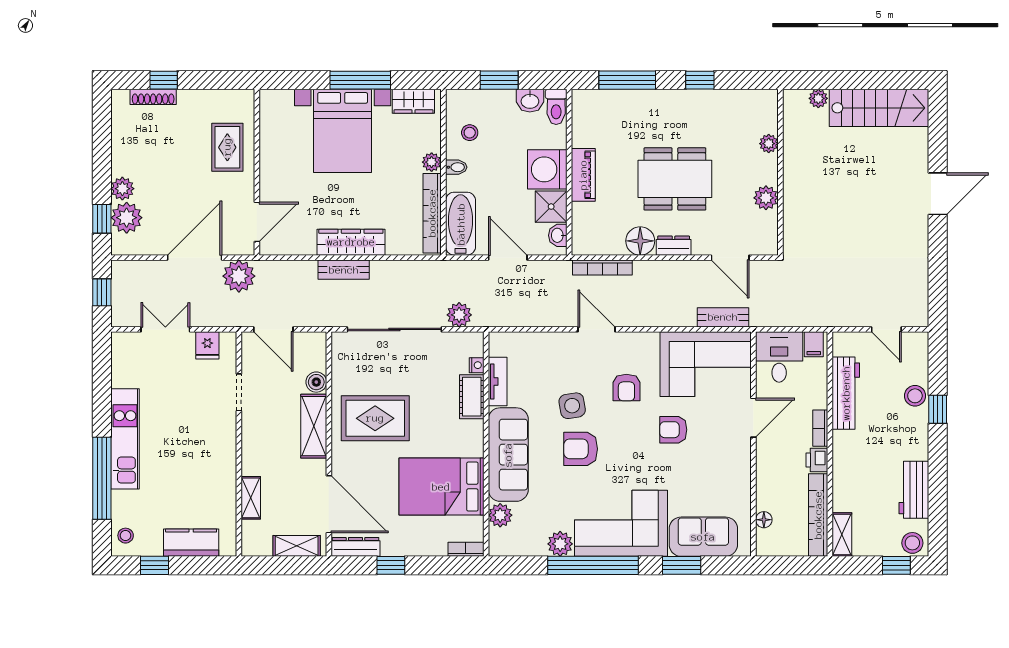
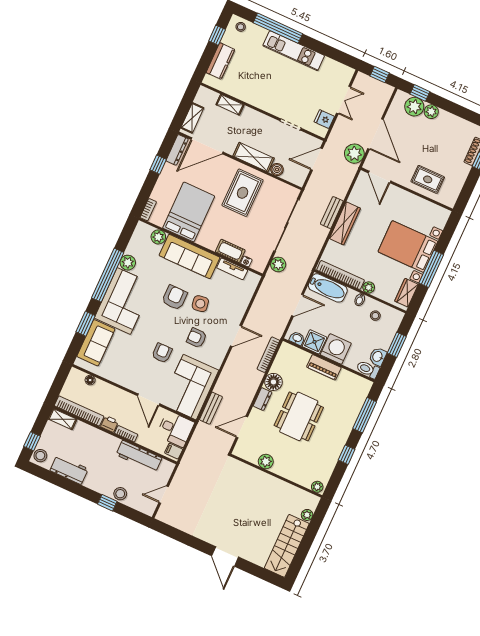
plant: (769, 144) -> (317, 487), moved

